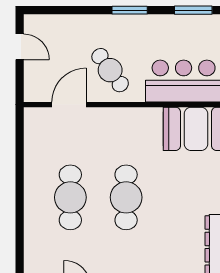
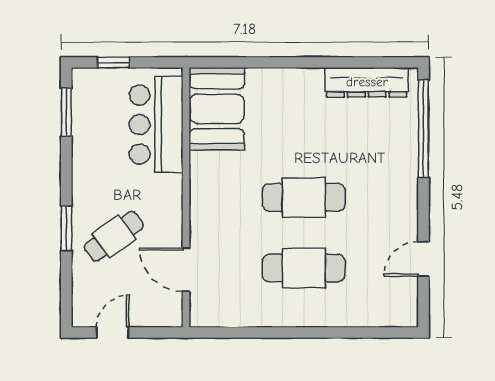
window: (130, 10) -> (66, 228), moved
cafe table: (110, 70) -> (114, 236), moved

